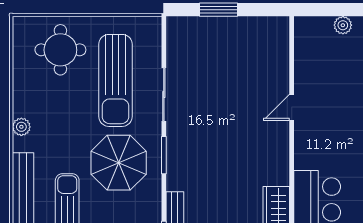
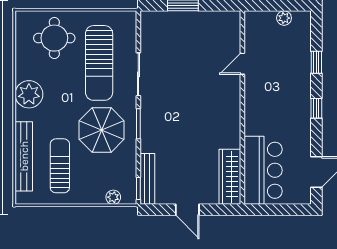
door: (292, 107) -> (242, 64), moved
plant: (21, 127) -> (29, 94), width x1.87, depth x1.87

